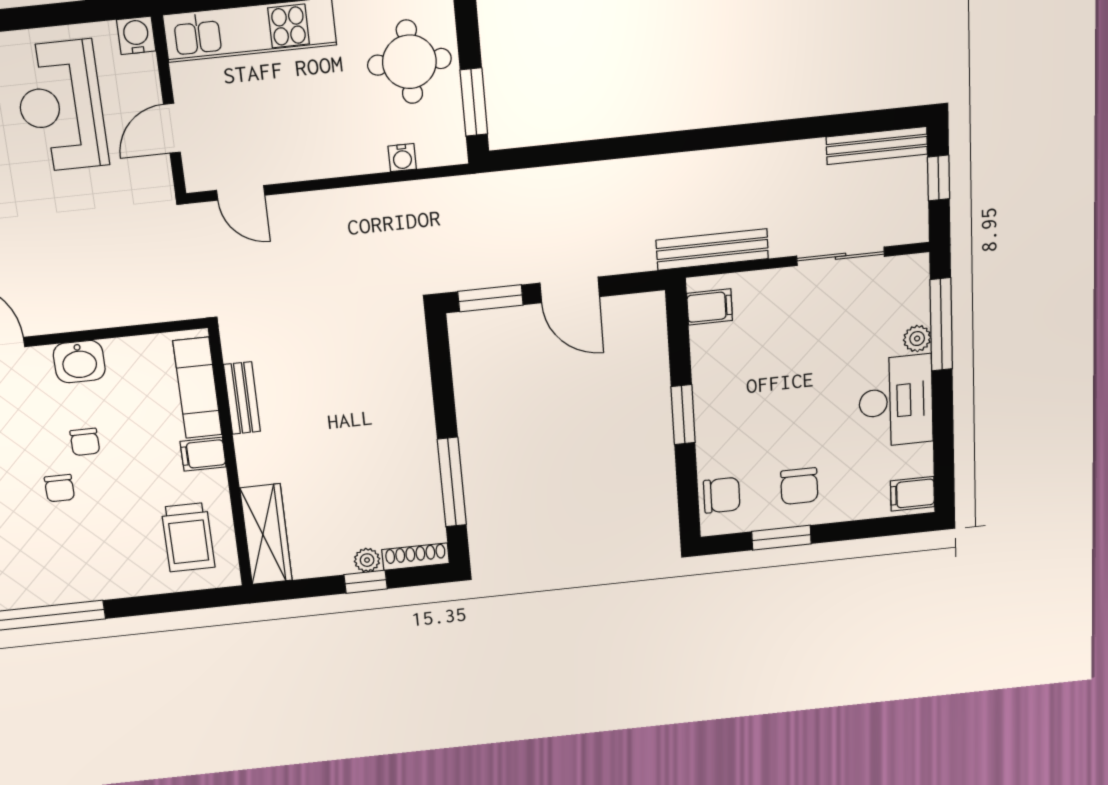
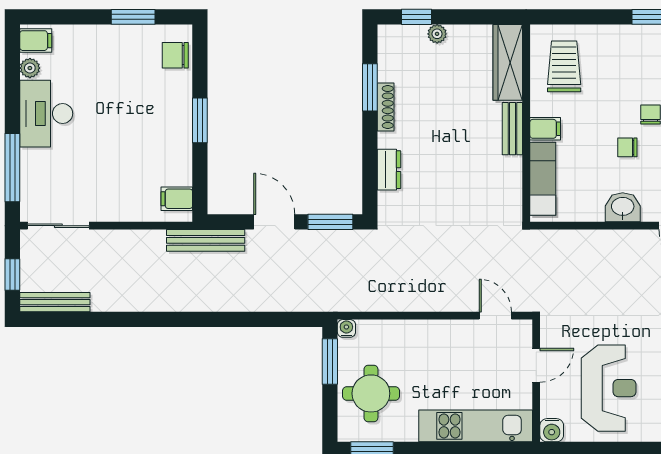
water cooler: (402, 158) -> (346, 328), moved
bench: (712, 249) -> (206, 240), moved
sliding door: (841, 256) -> (58, 226), moved
plant: (917, 339) -> (30, 68), moved
dresser: (415, 377) -> (389, 170), added
bench: (242, 398) -> (512, 129), moved
chair: (85, 442) -> (627, 147), turned -90
window: (452, 482) -> (370, 87), width x0.69
chair: (799, 486) -> (118, 56), removed
shoe rack: (416, 557) -> (386, 107), moved, turned -90
window: (366, 582) -> (417, 17), moved

